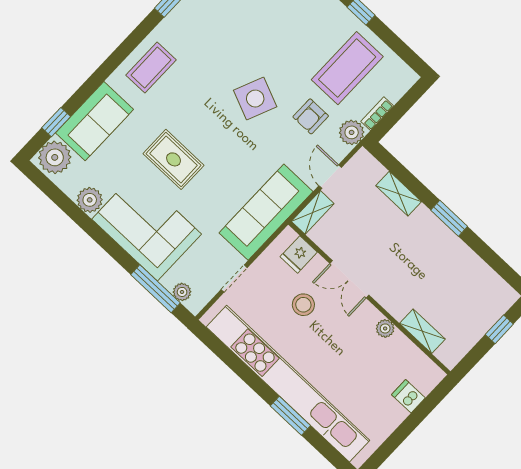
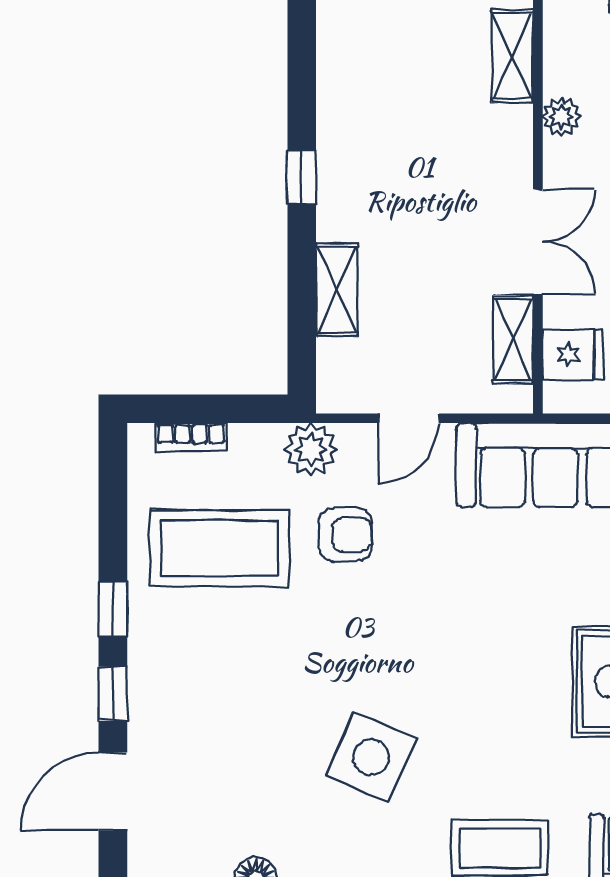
side table: (255, 99) -> (371, 757), moved
bookcase: (377, 114) -> (191, 437), moved
shelving: (313, 212) -> (513, 340), moved, turned 90
window: (449, 218) -> (302, 177), width x0.67

